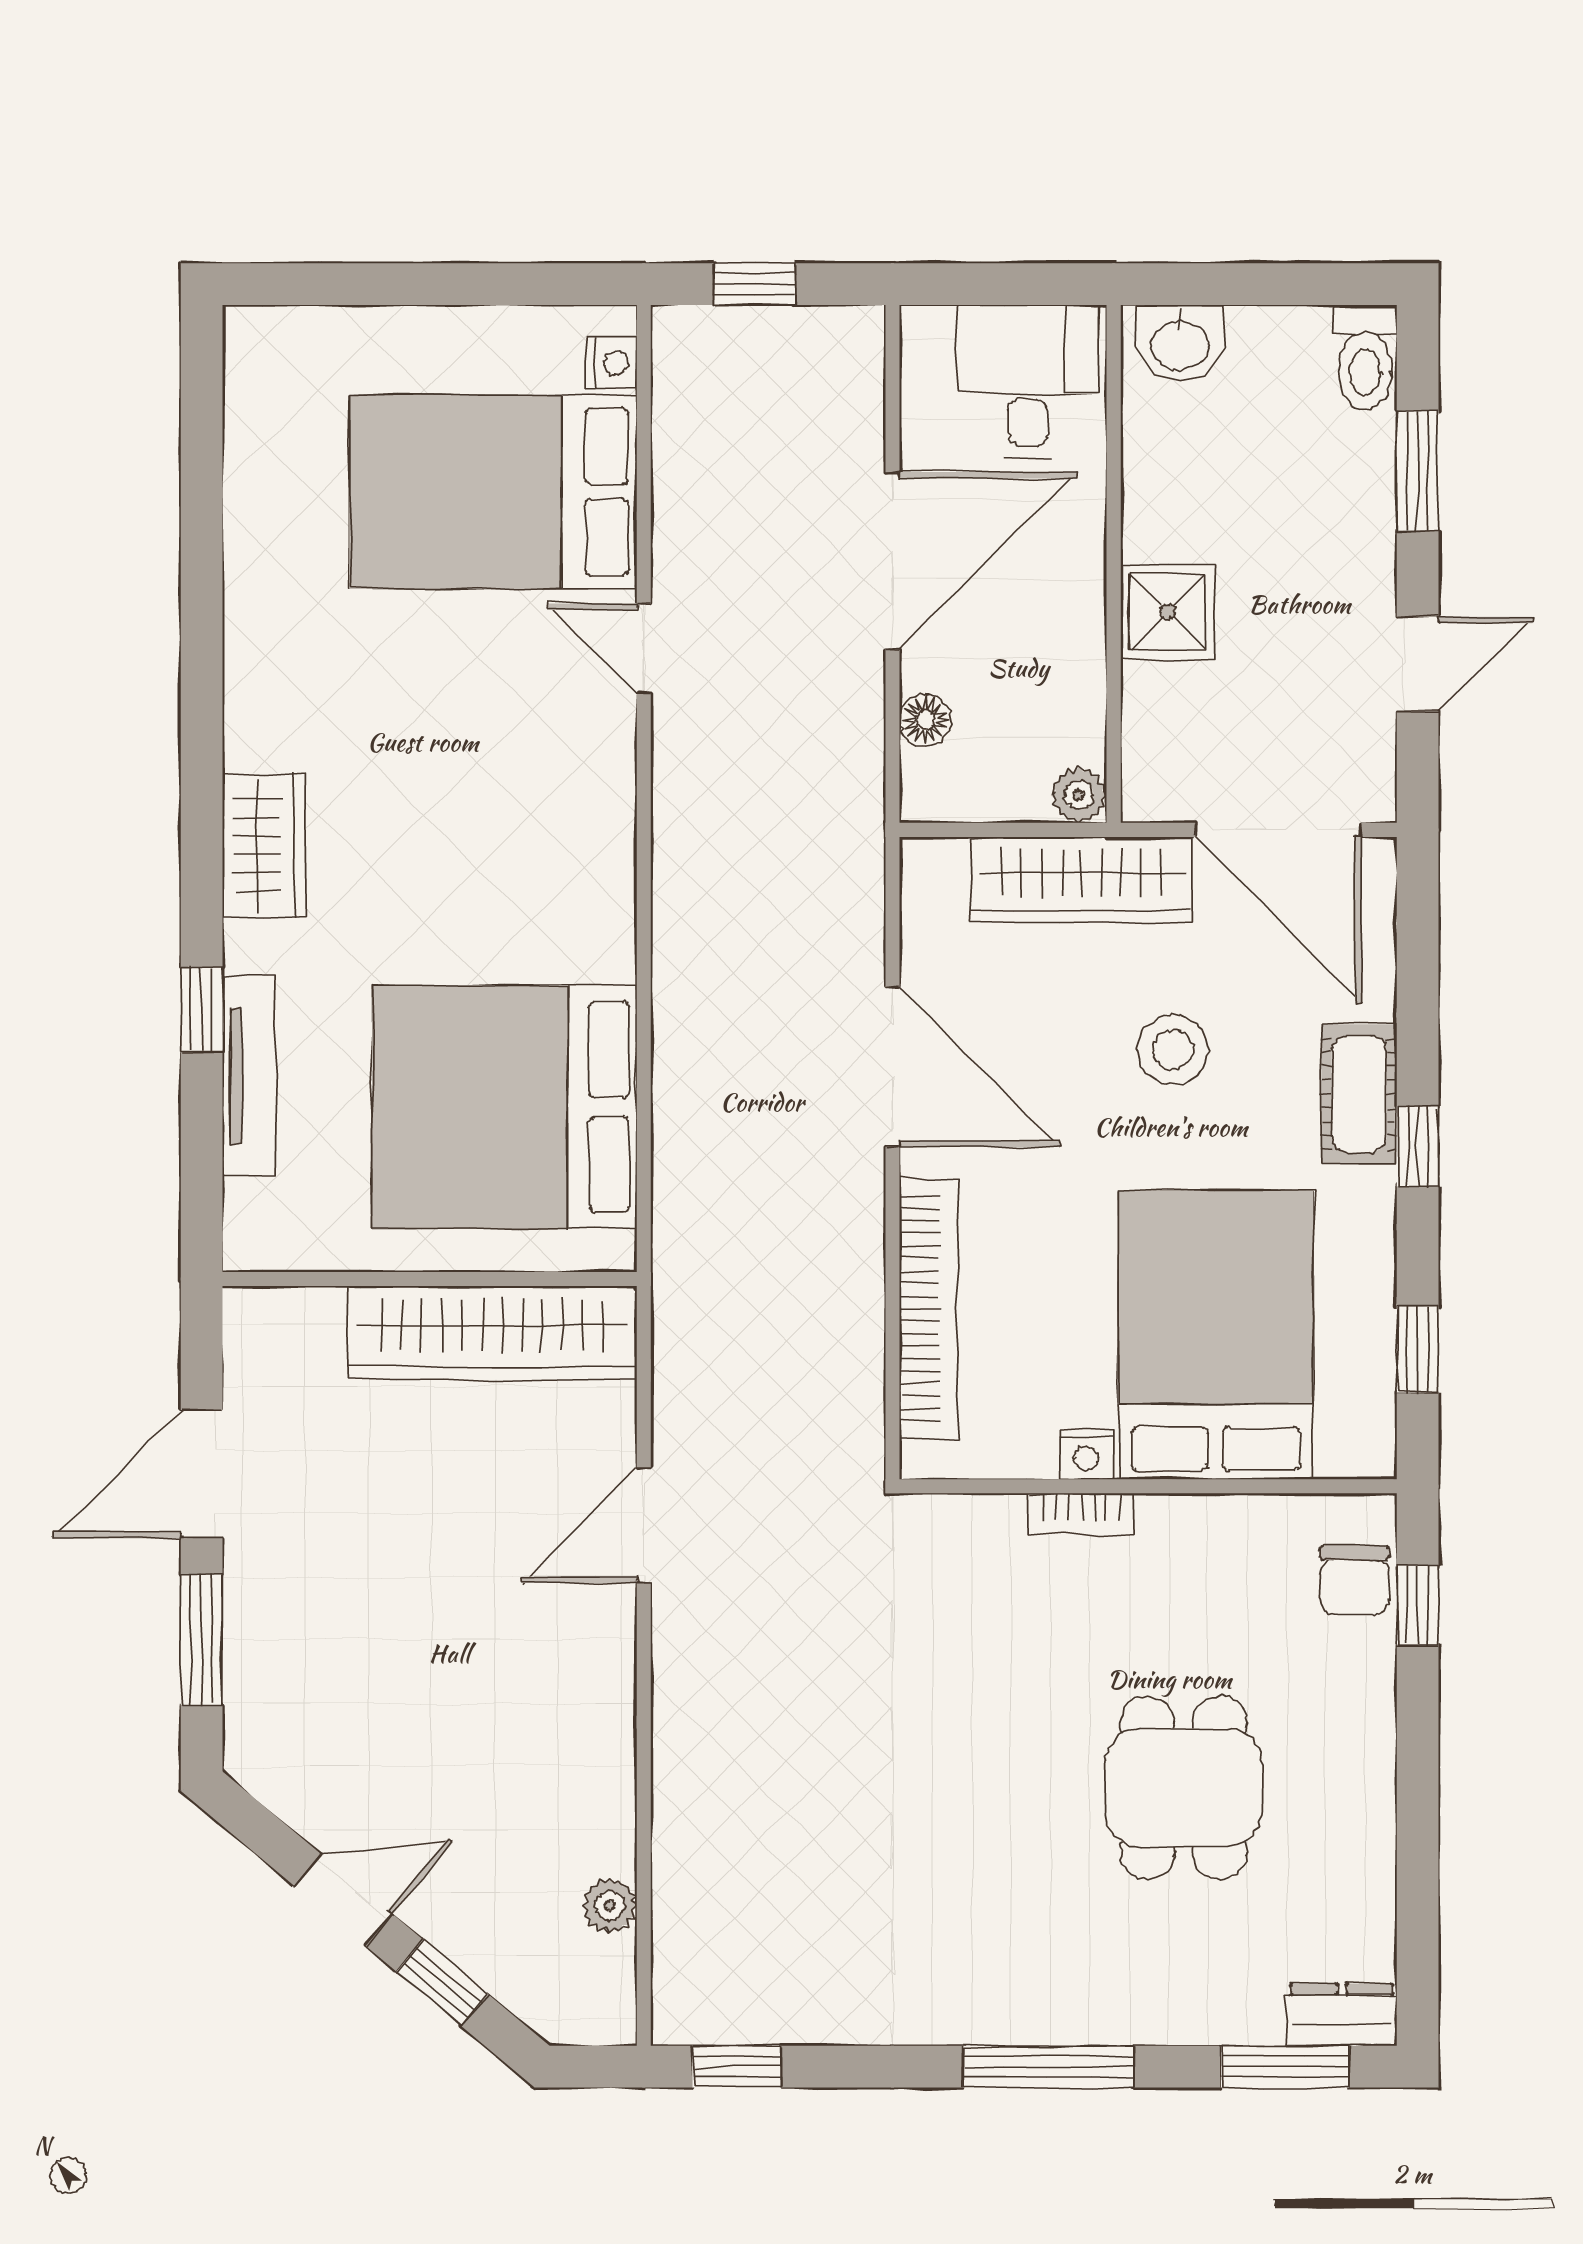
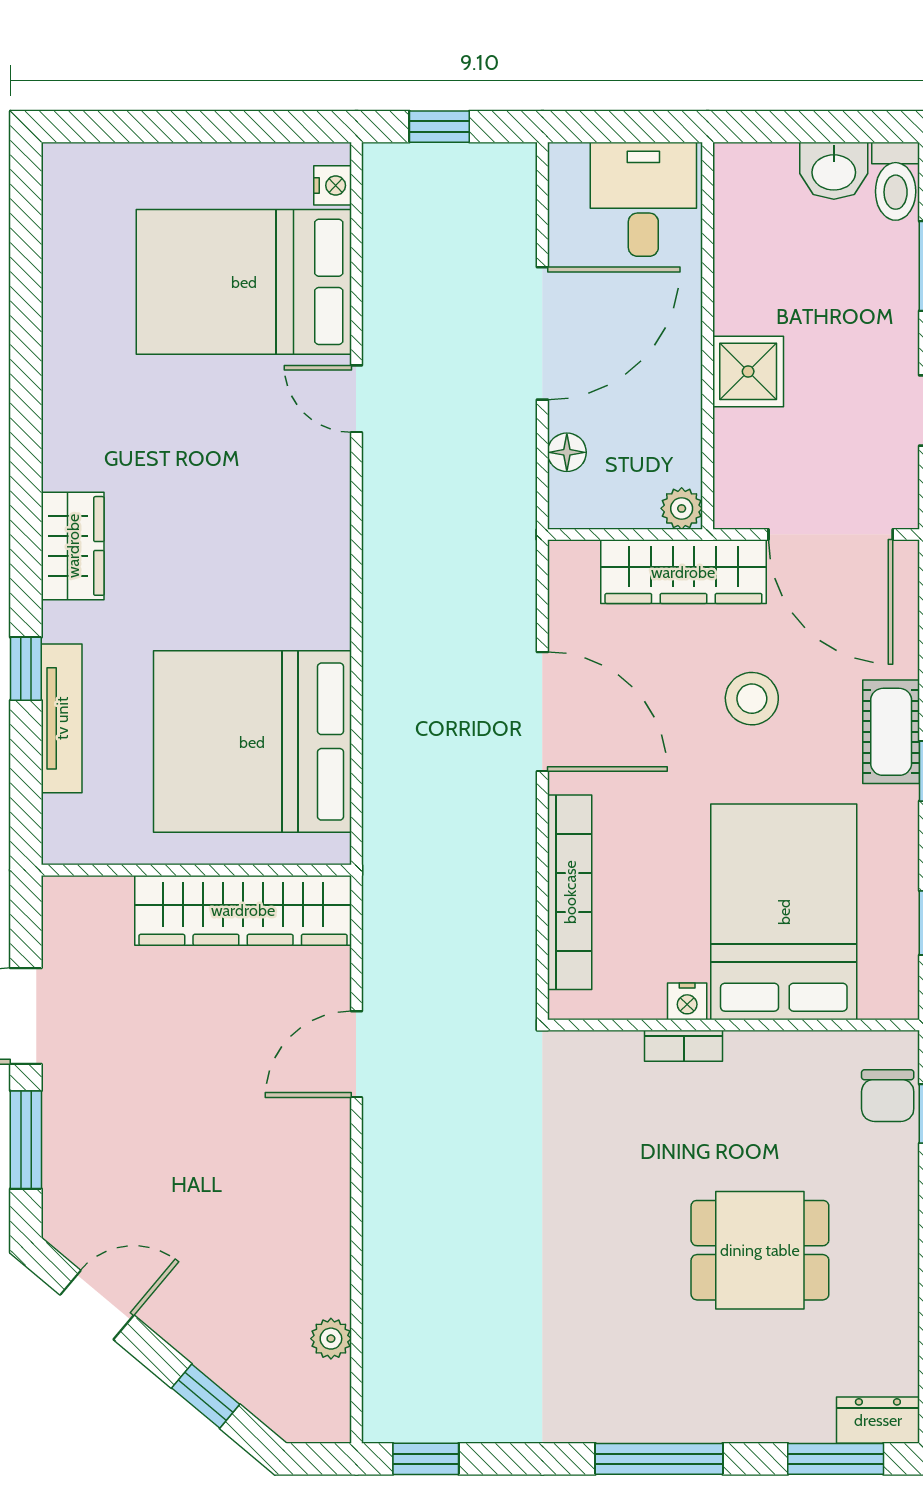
washbasin: (1180, 343) -> (834, 171), moved
dining table: (1184, 1787) -> (760, 1250), turned 90
door: (343, 1900) -> (97, 1305), moved

